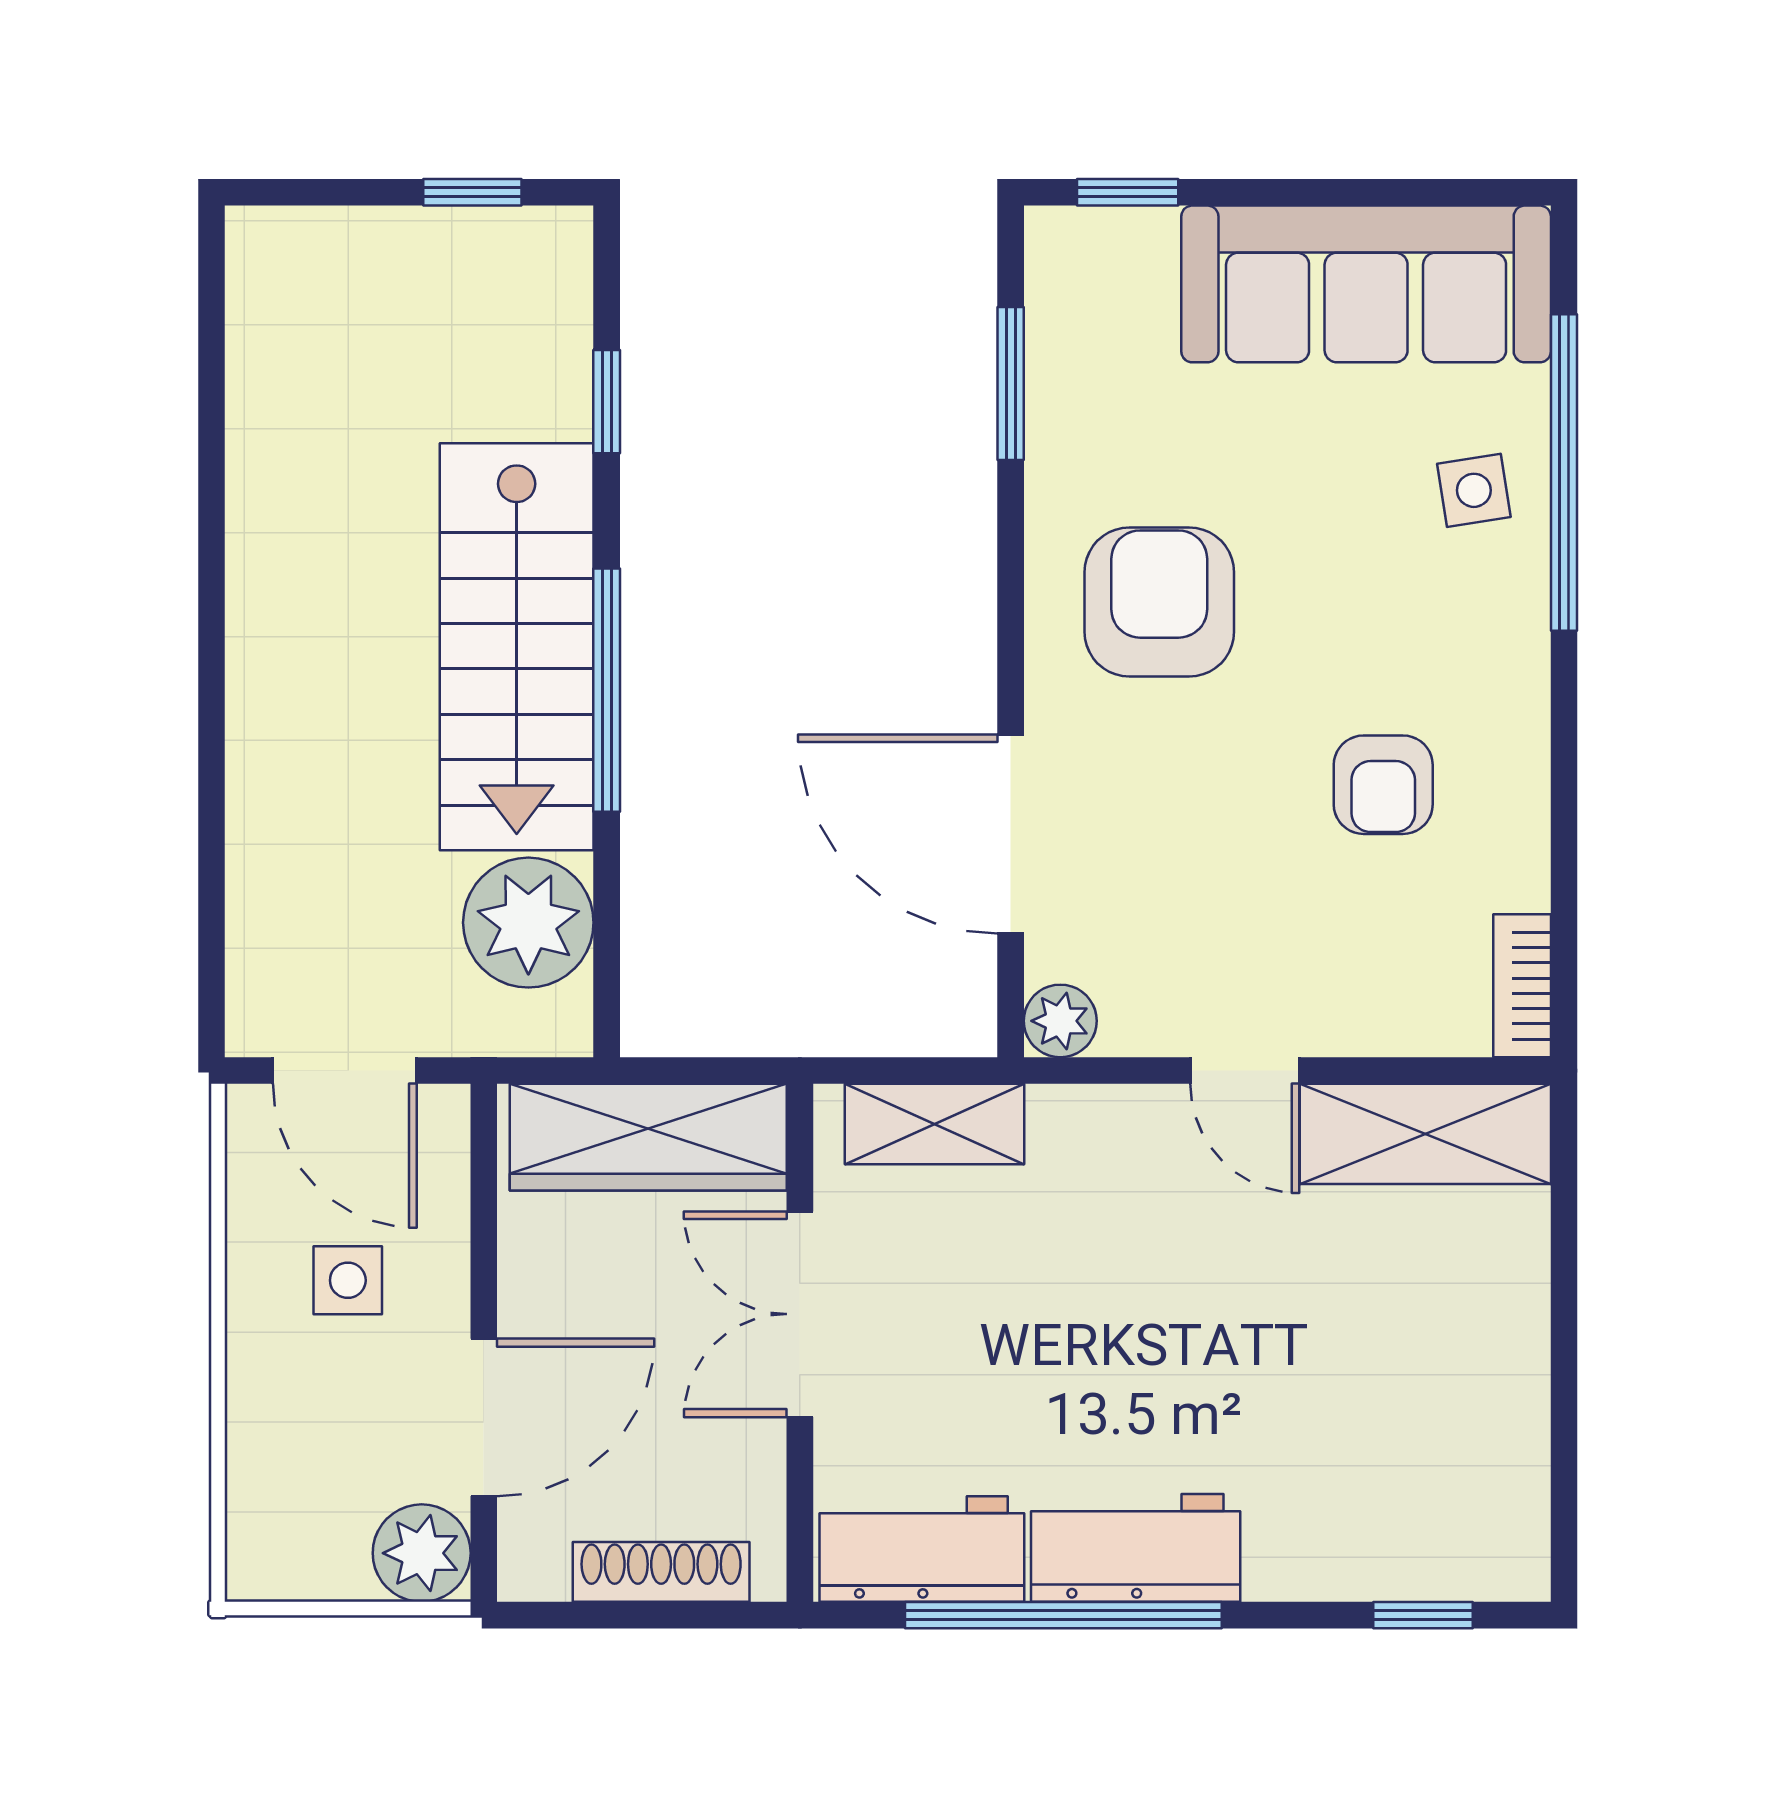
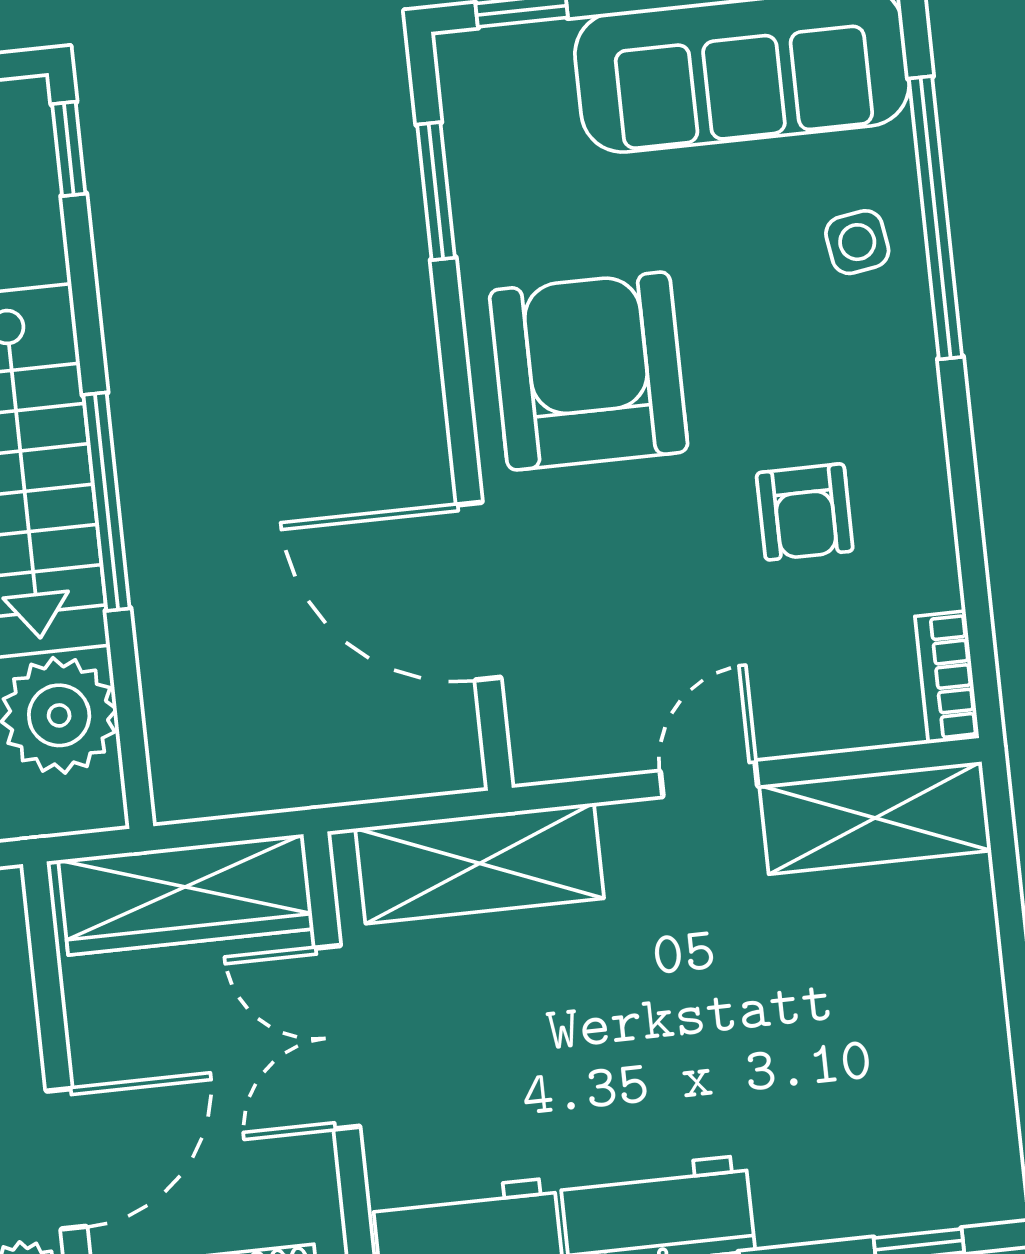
window: (607, 402) -> (69, 149), moved
armchair: (1159, 602) -> (589, 371), width x1.36, depth x1.36
plant: (1060, 1021) -> (540, 752), removed
door: (1245, 1071) -> (709, 779), swing flipped
shelving: (934, 1124) -> (480, 863), width x1.50, depth x1.33

